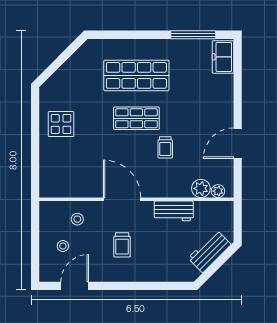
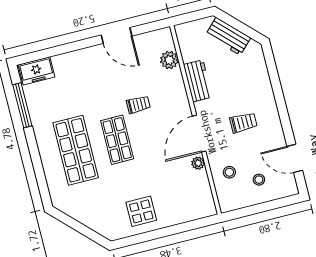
plant: (218, 191) -> (198, 163), moved

